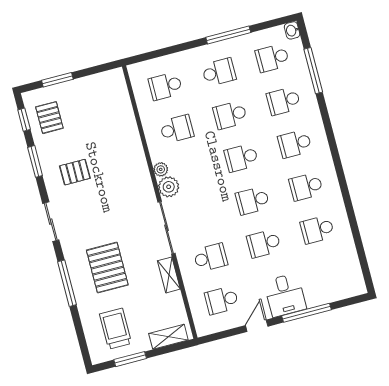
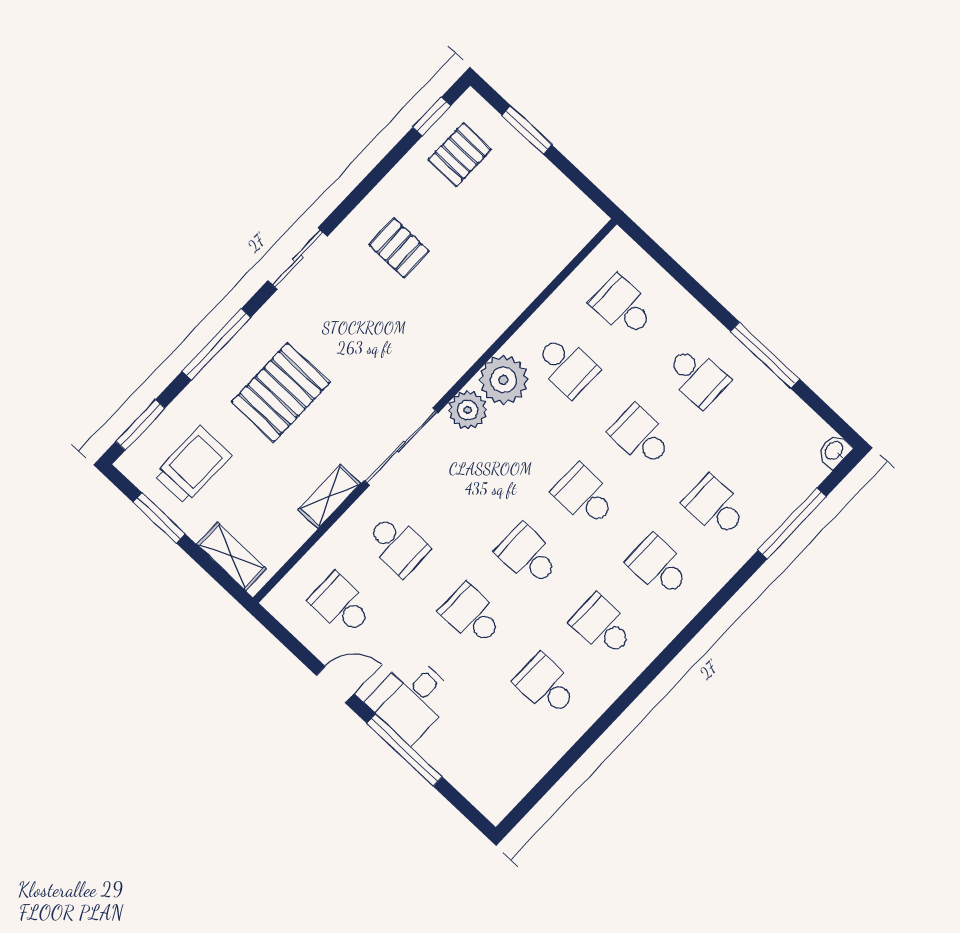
school desk: (272, 58) -> (772, 447), removed
window: (35, 161) -> (140, 425), moved
plant: (161, 169) -> (503, 380), width x1.88, depth x1.88

